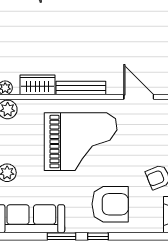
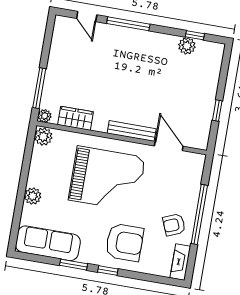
bench: (81, 88) -> (132, 131), moved

